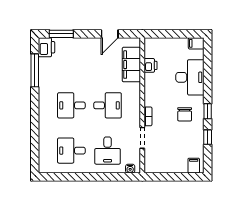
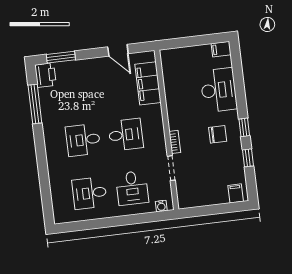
door: (110, 34) -> (118, 50), hinge flipped
printer: (151, 65) -> (171, 82), removed
chair: (185, 114) -> (218, 134), turned -90

